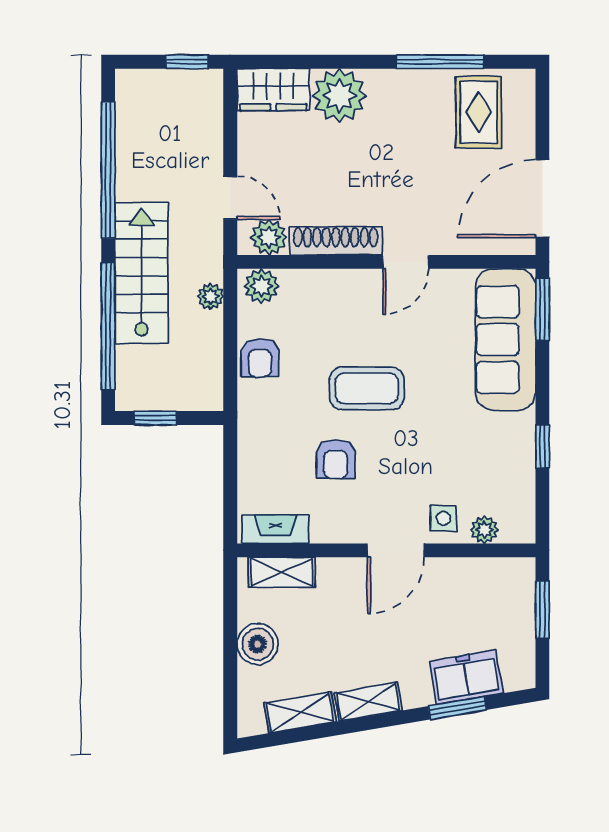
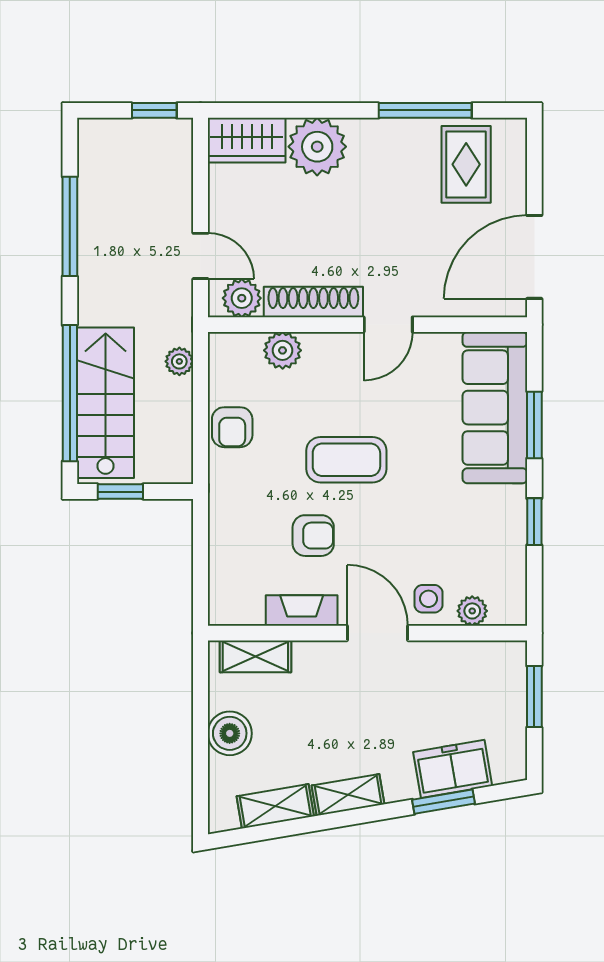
window: (108, 170) -> (70, 226), width x0.68
stairs: (141, 273) -> (106, 403), moved
plant: (261, 286) -> (283, 350), moved
window: (542, 309) -> (534, 425), moved
armchair: (336, 459) -> (313, 536), turned -90
fireplace: (275, 529) -> (302, 610), moved
door: (396, 550) -> (377, 633), swing flipped

